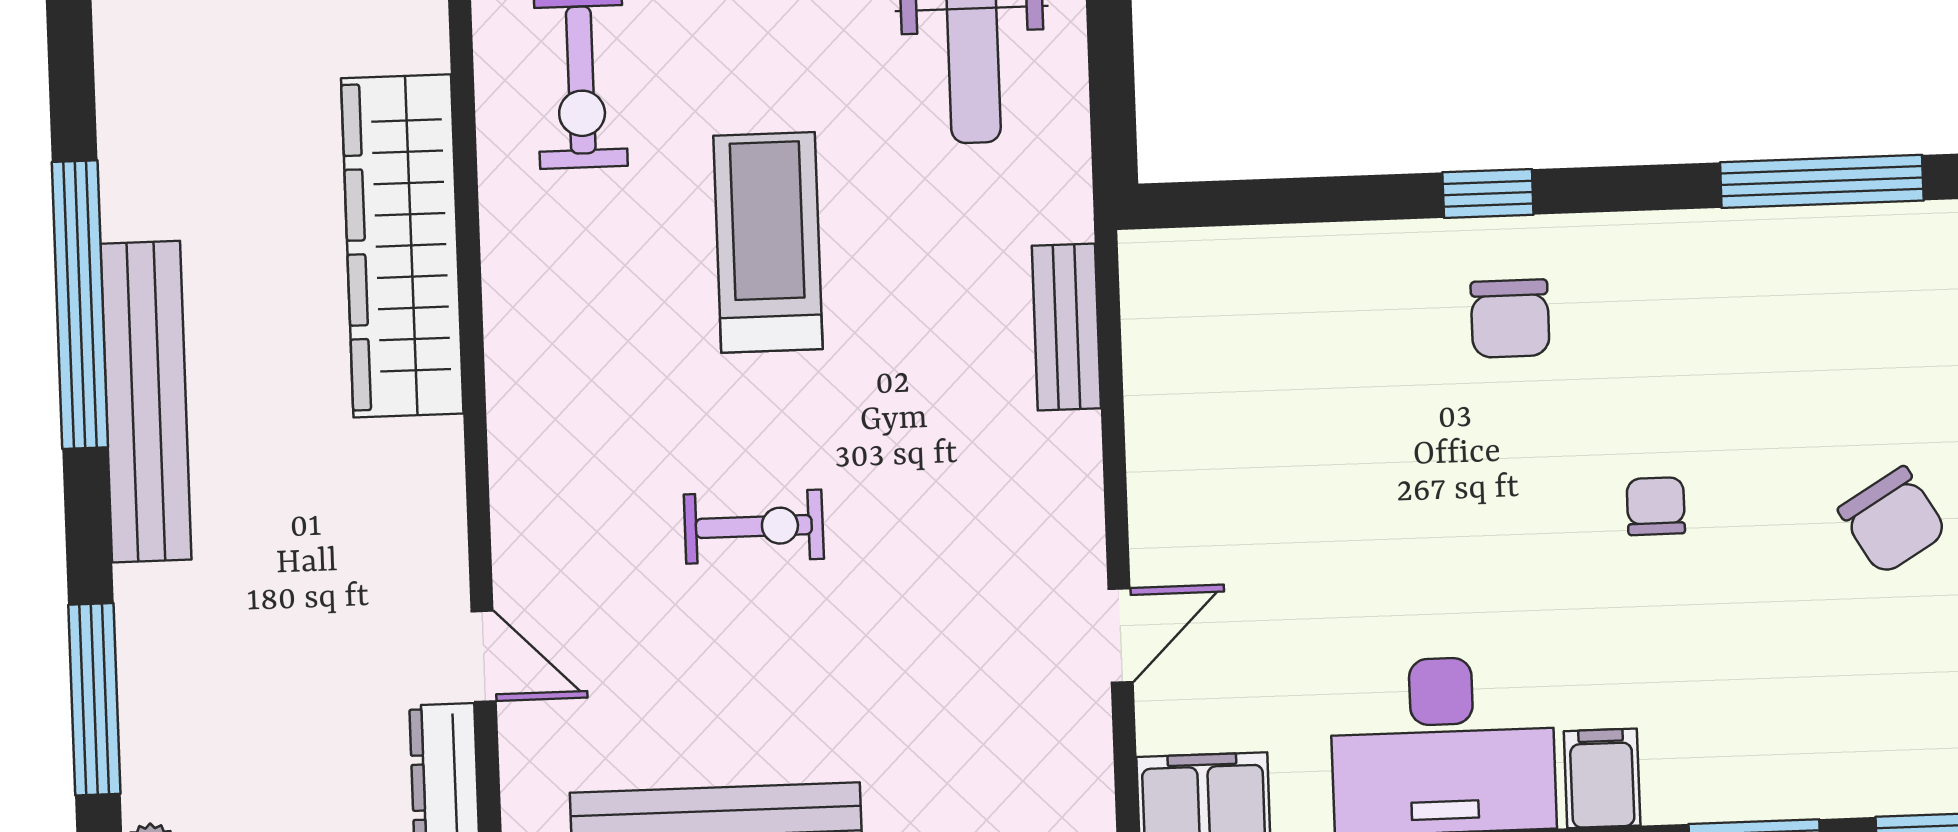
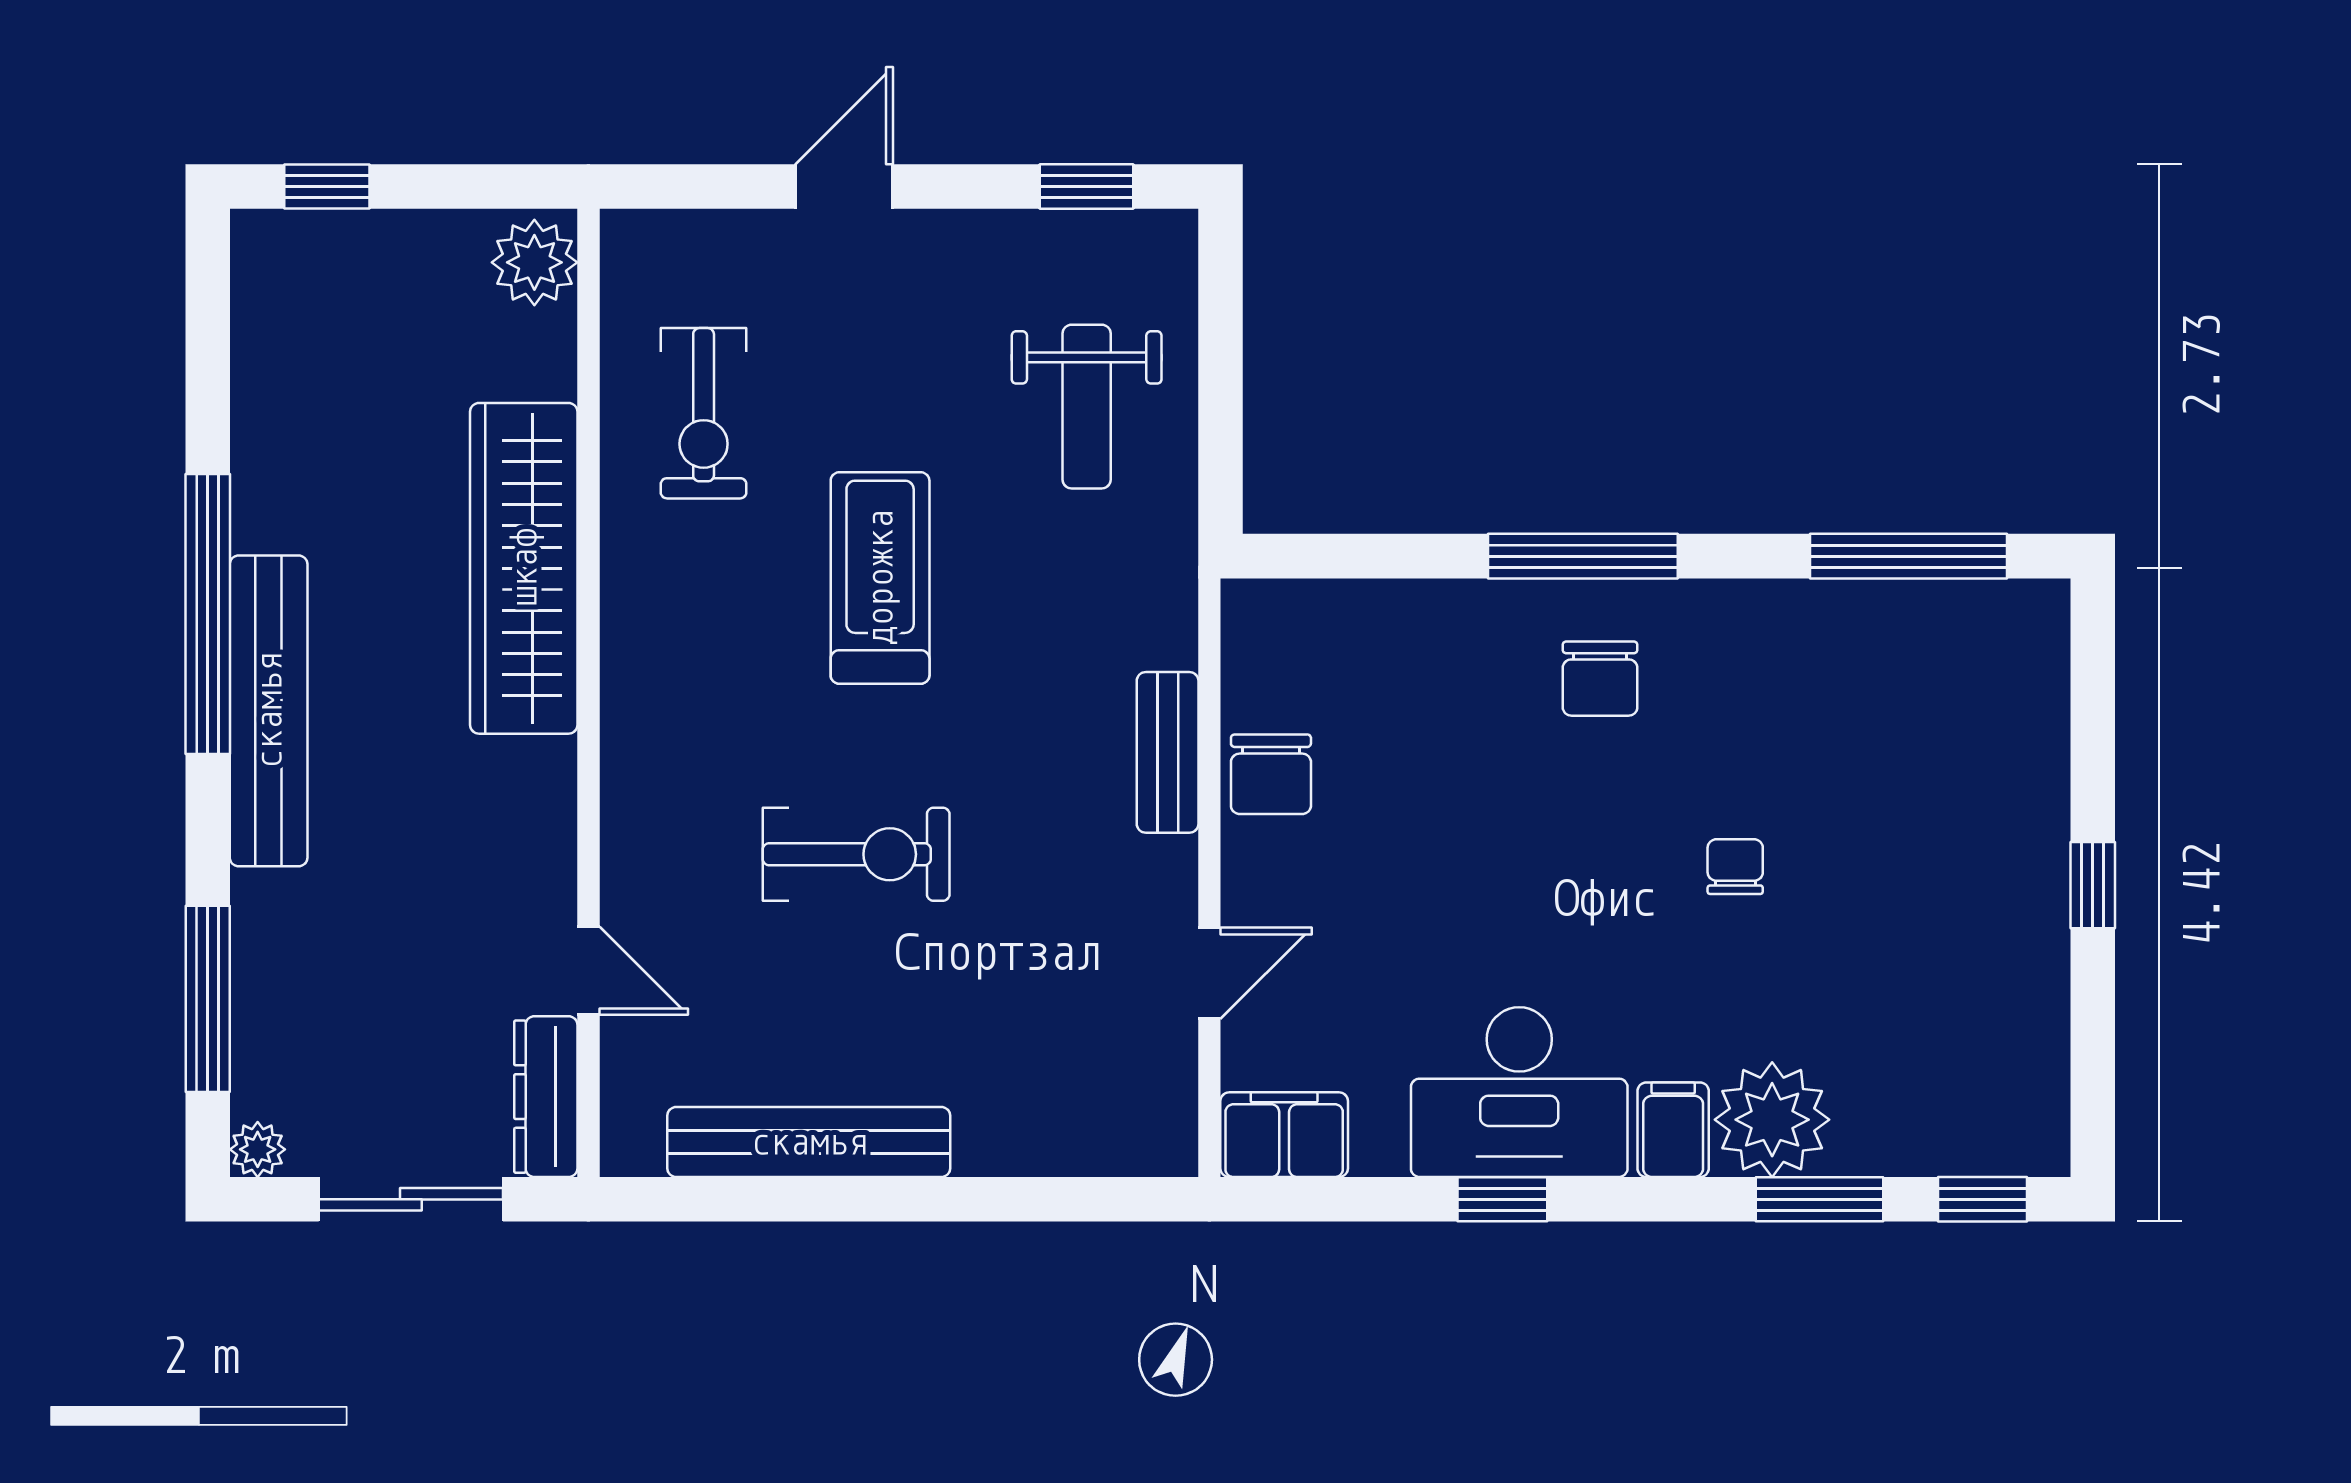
window: (1488, 194) -> (1583, 556), width x2.17
bench: (1066, 327) -> (1168, 752), moved
chair: (1893, 521) -> (1271, 774), moved, turned 31
exercise bike: (754, 527) -> (856, 854), width x1.38, depth x1.39
plant: (1703, 764) -> (1772, 1120), added

